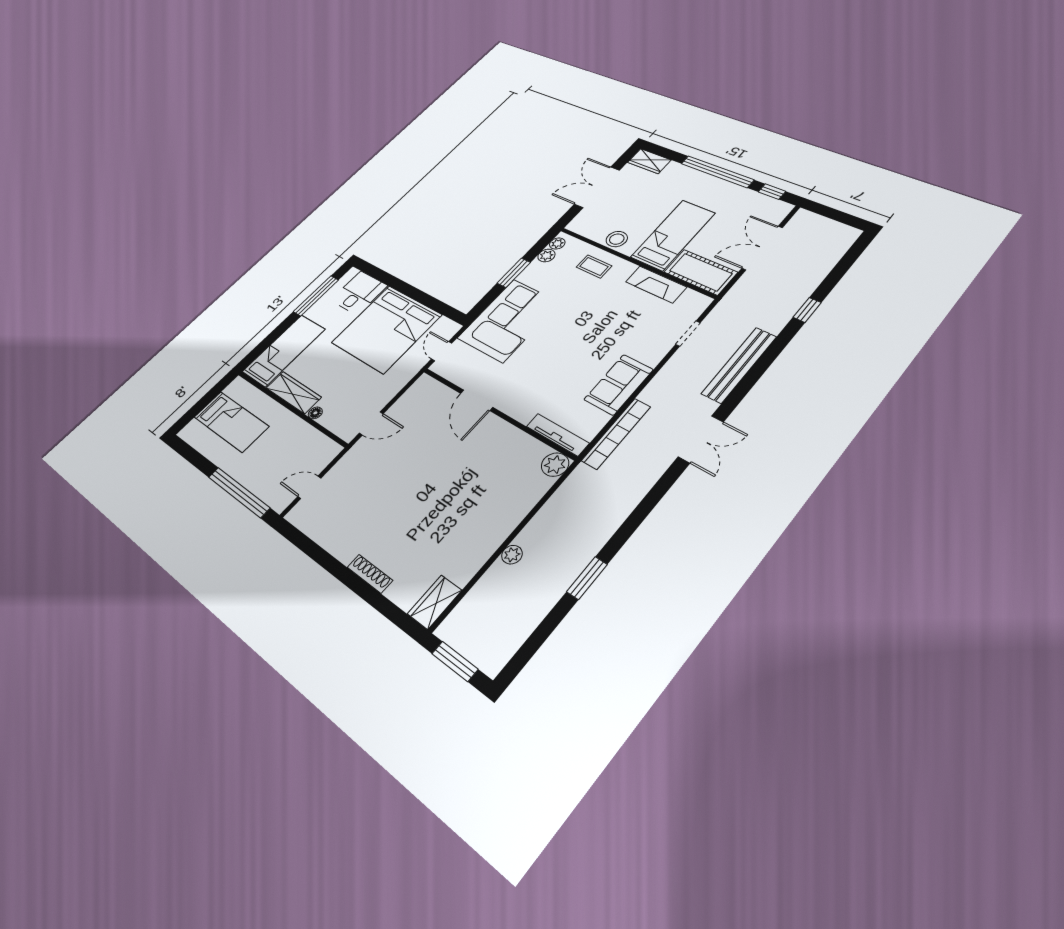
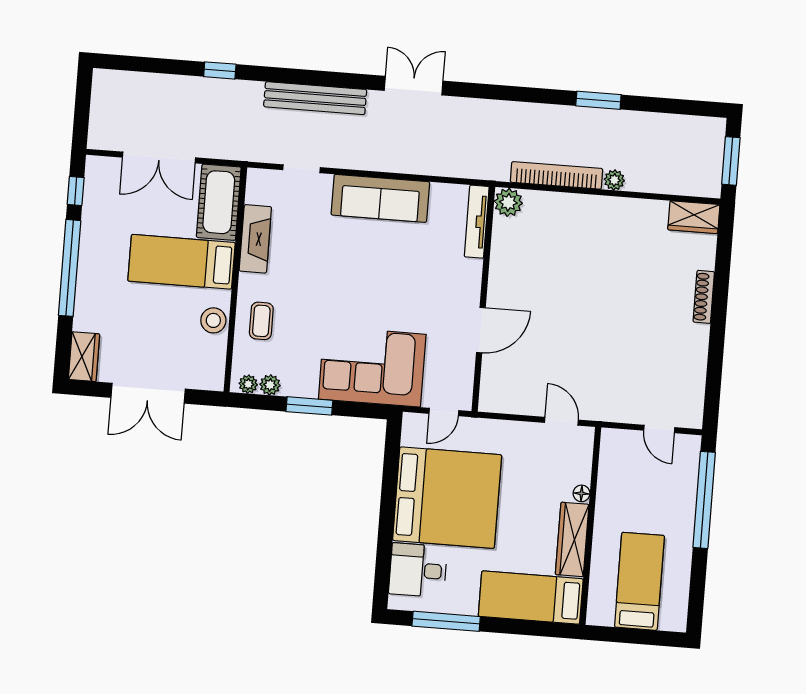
sofa: (619, 385) -> (380, 198), width x1.36
bookcase: (616, 434) -> (557, 175), moved

